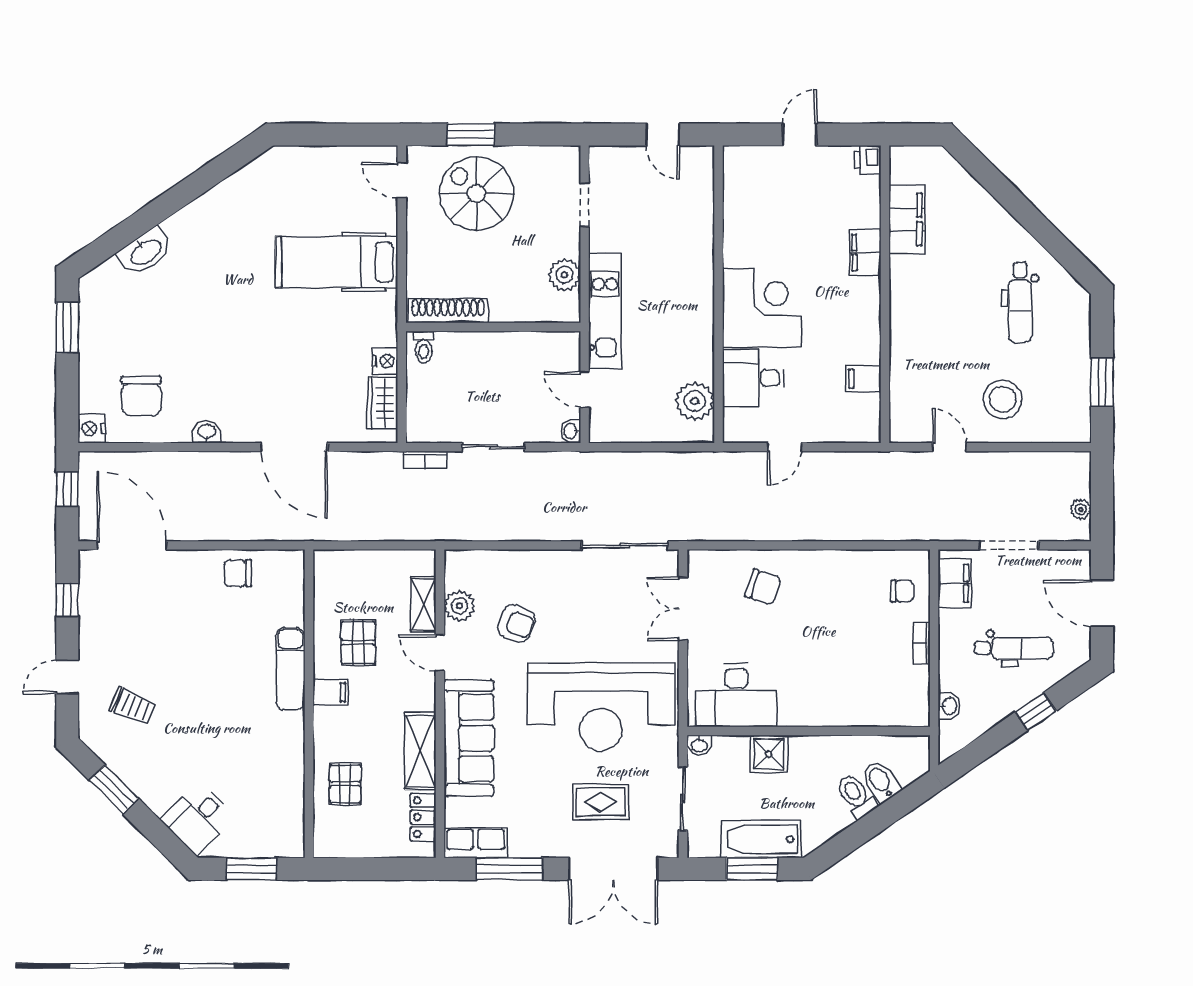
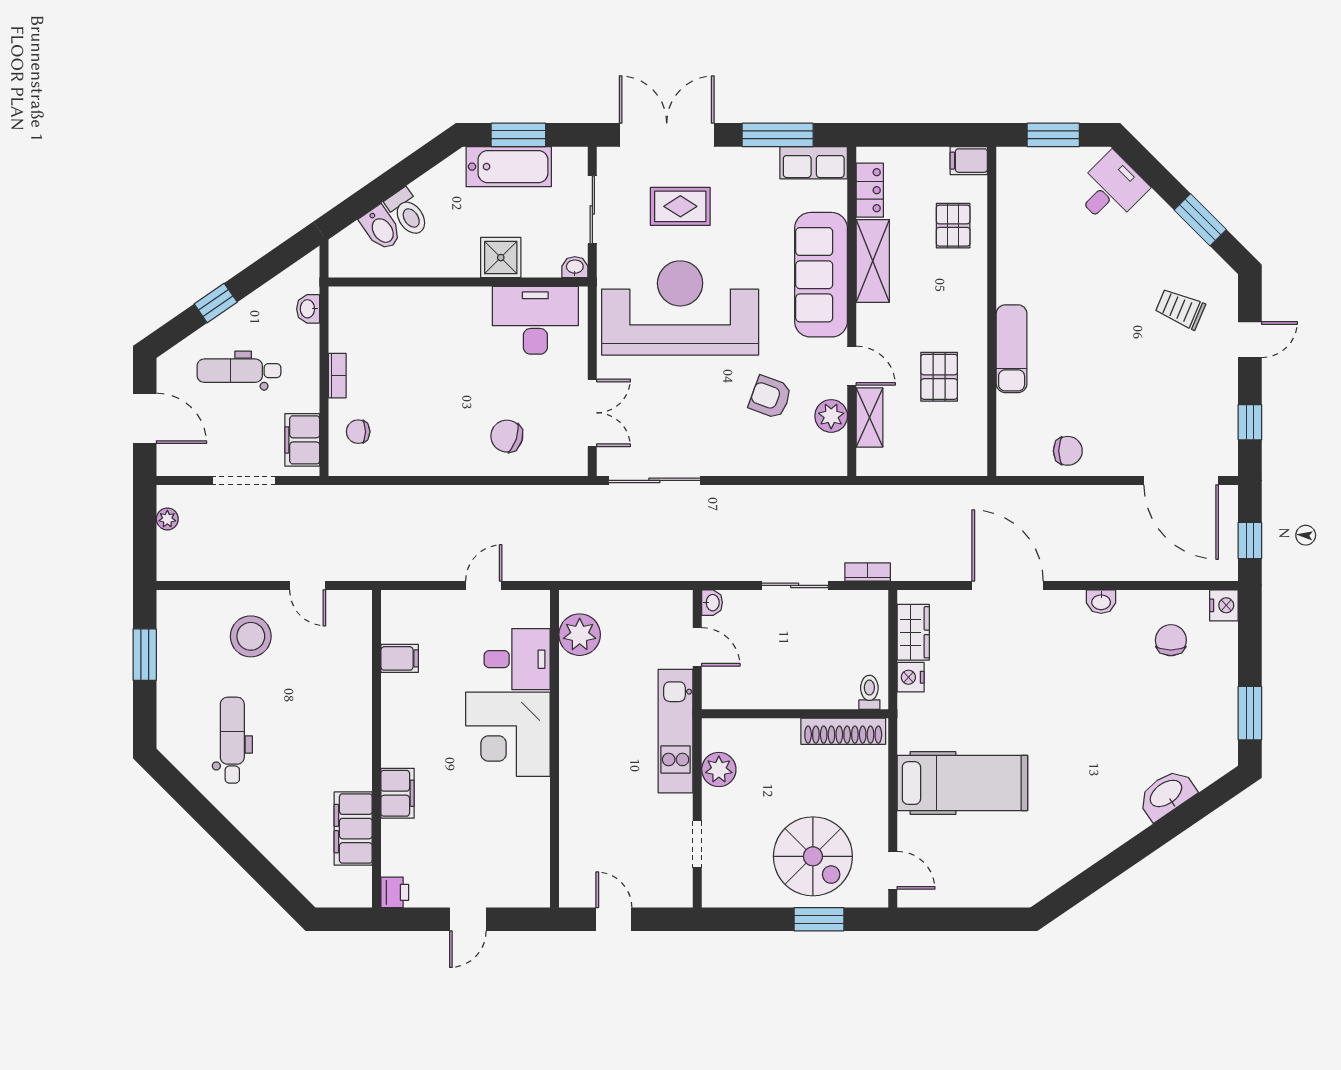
chair: (141, 396) -> (1171, 640), width x0.73, depth x0.73
filing cabinet: (331, 692) -> (969, 161), moved

